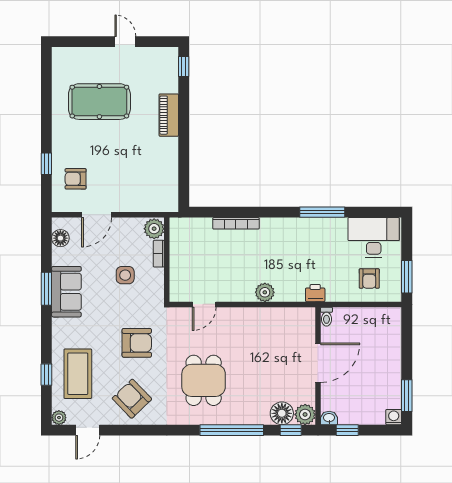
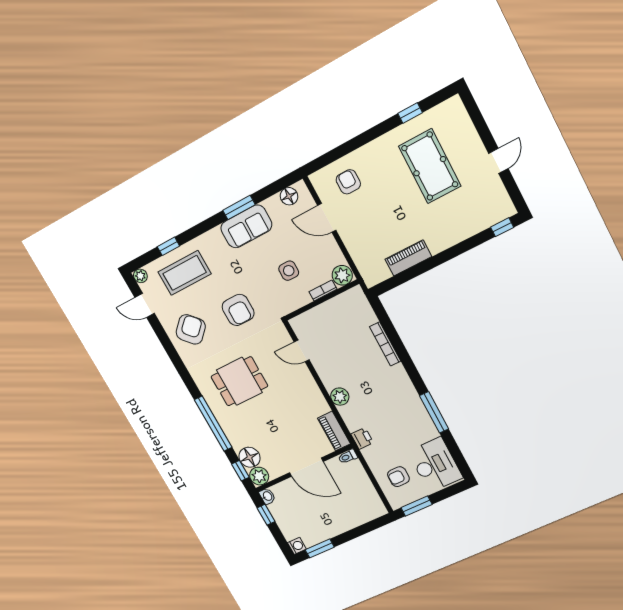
piano: (169, 115) -> (408, 258), moved
window: (46, 164) -> (410, 113), moved
piano: (295, 316) -> (334, 431), added

